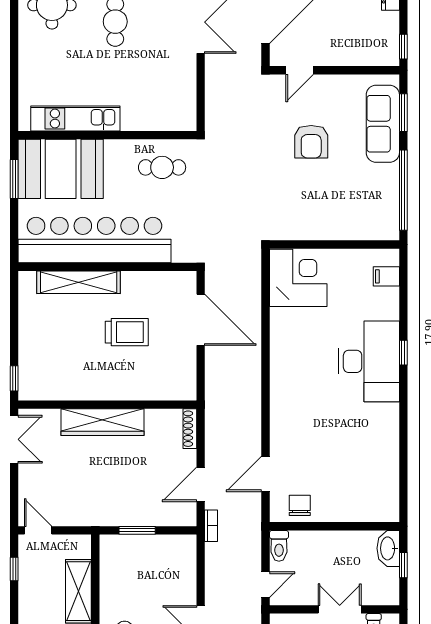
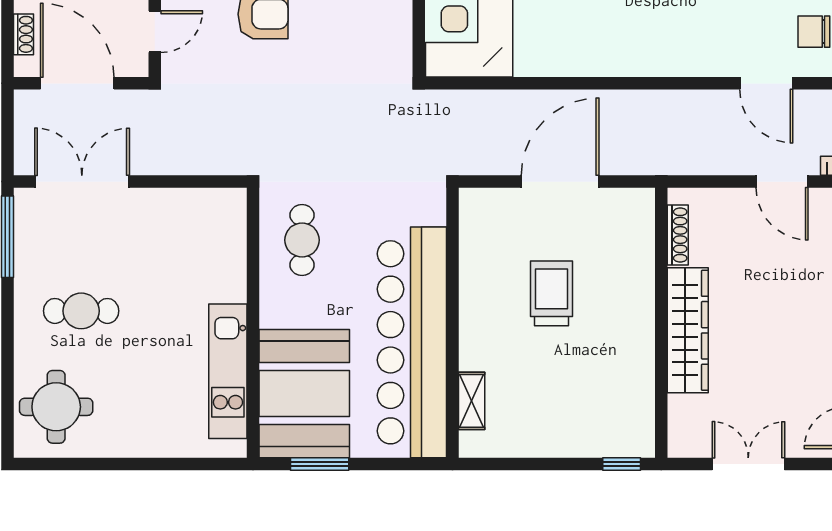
door: (300, 70) -> (155, 32), hinge flipped
shelving: (79, 282) -> (472, 401), width x0.45, depth x0.75
door: (201, 320) -> (560, 182), moved
shoe rack: (190, 429) -> (678, 235), moved, turned -90
double door: (14, 439) -> (748, 464), moved

